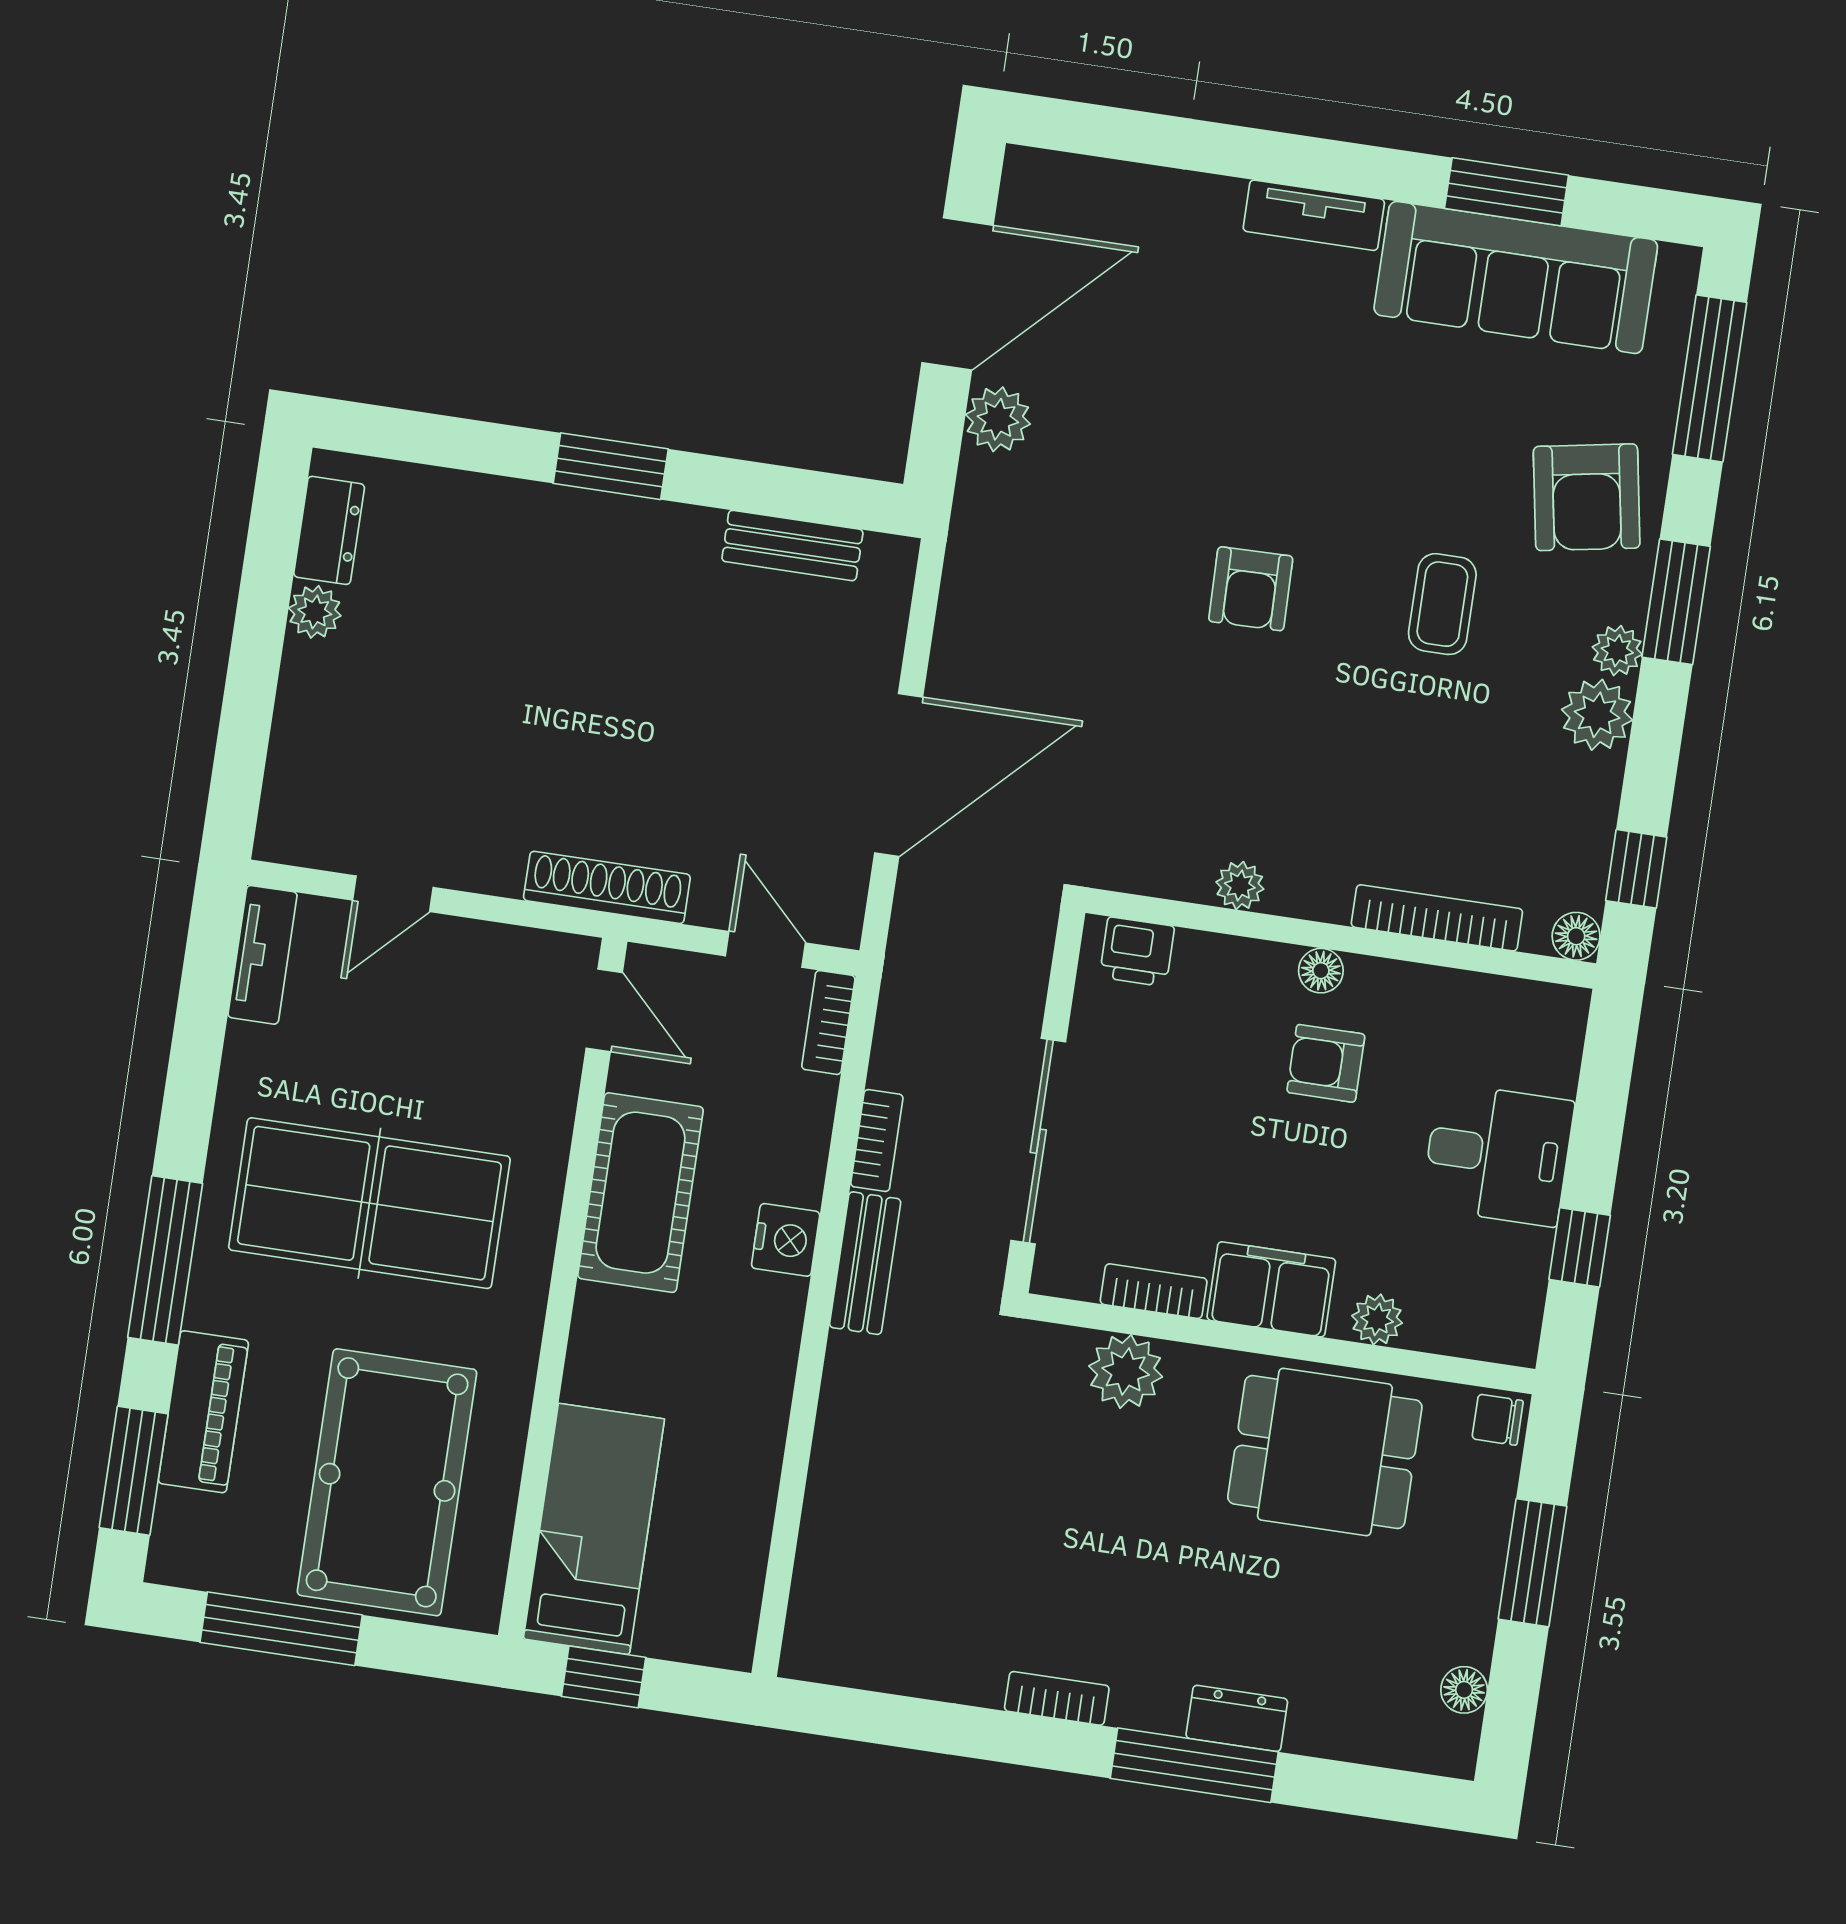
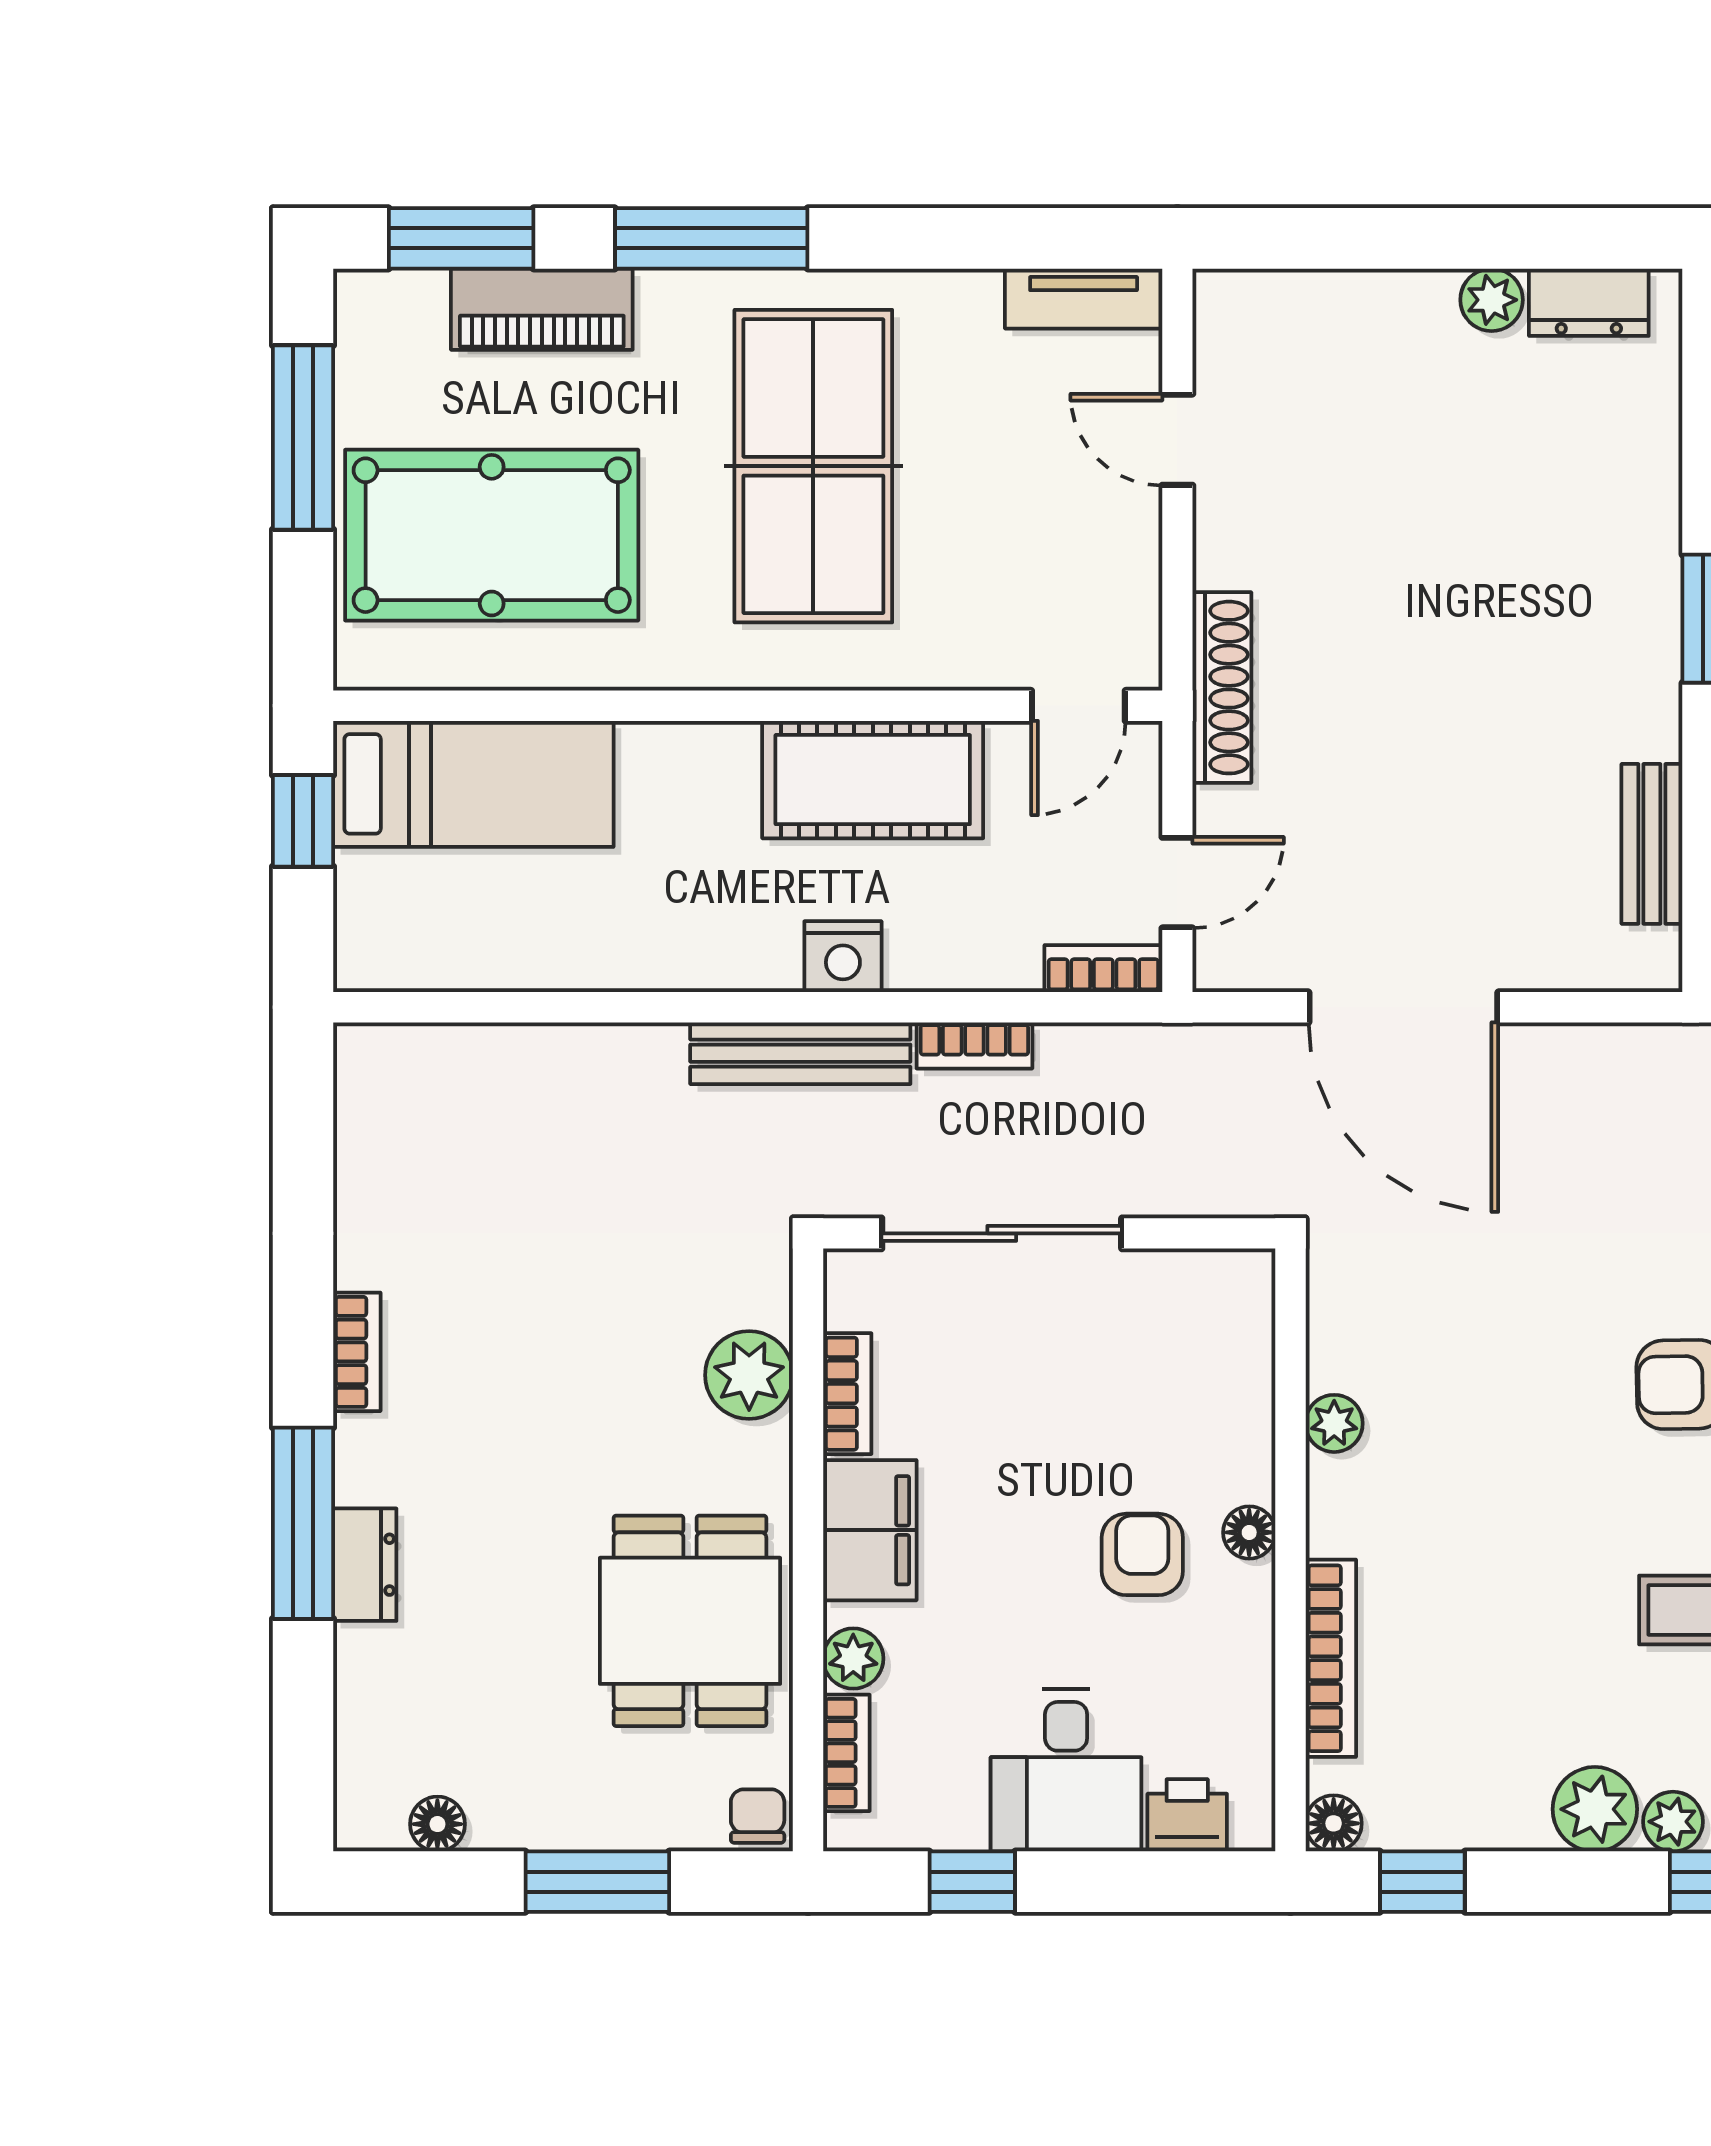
printer: (1137, 952) -> (1187, 1815), moved, turned 90
bench: (865, 1263) -> (800, 1053), width x1.36
bookcase: (1456, 1337) -> (846, 1753), added

